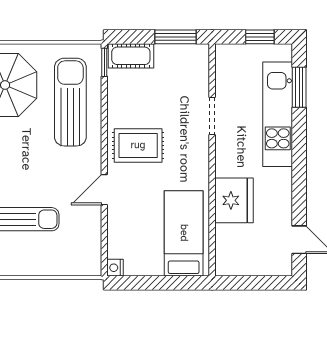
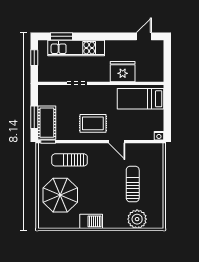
window: (176, 37) -> (34, 117), moved
cot: (131, 56) -> (47, 123), width x1.37, depth x1.34
sun lounger: (70, 102) -> (70, 160), width x0.73, depth x0.75
rug: (138, 145) -> (93, 123), turned 90

